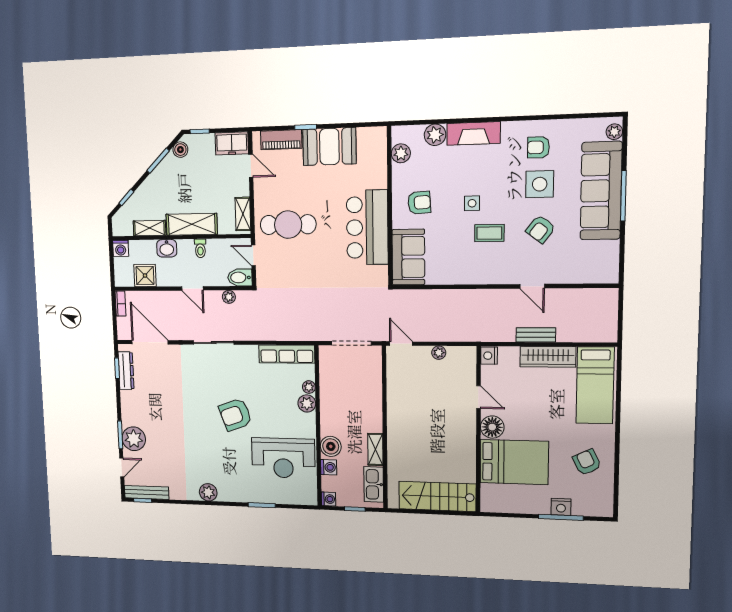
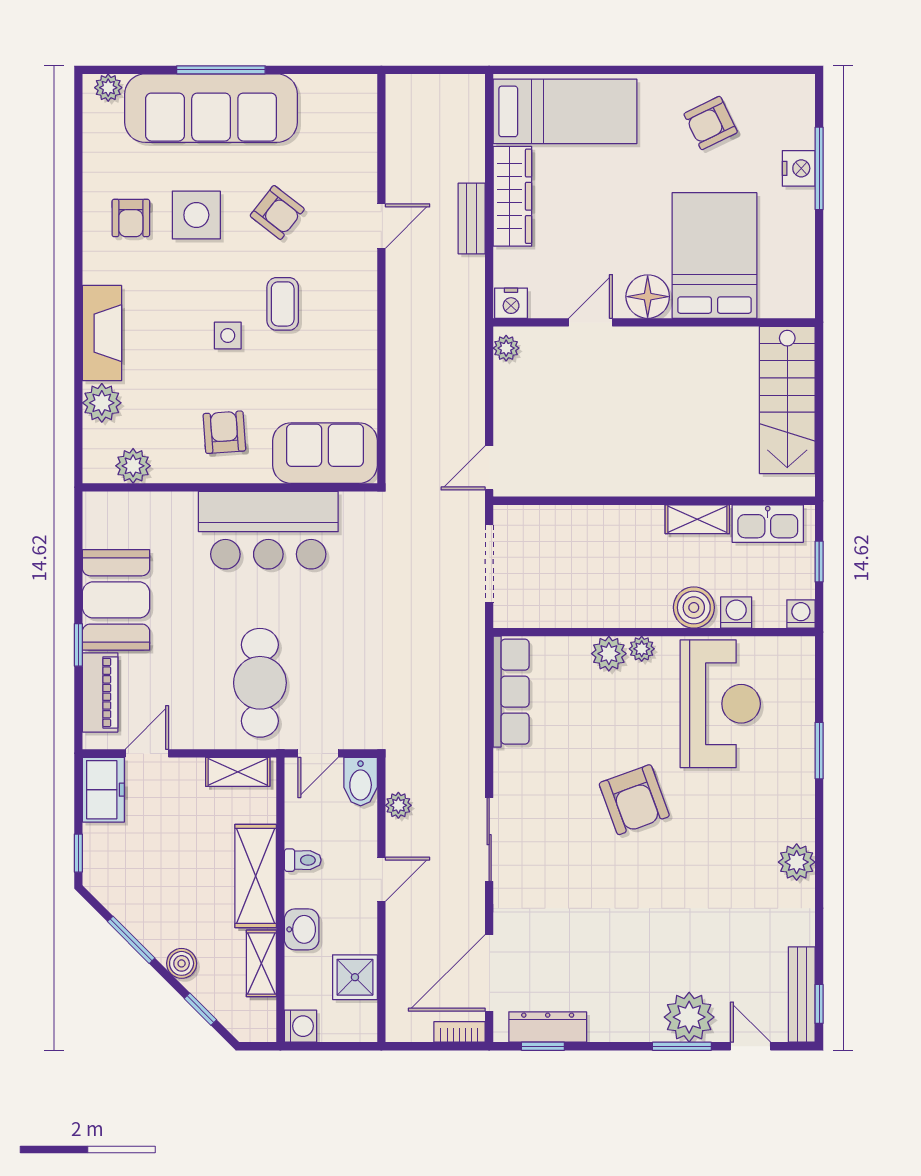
boiler: (180, 150) -> (182, 963), moved
bookcase: (120, 304) -> (459, 1032), moved
plant: (439, 353) -> (506, 348), moved
plant: (309, 387) -> (642, 649), moved

